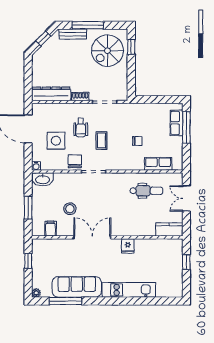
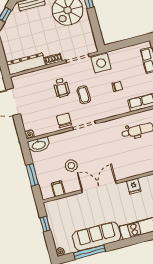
side table: (56, 141) -> (101, 63), moved

